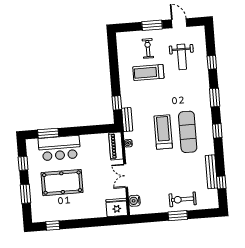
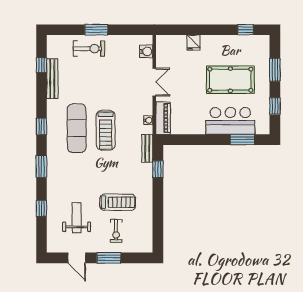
fridge: (117, 207) -> (193, 43), moved, width x0.53, depth x0.75

